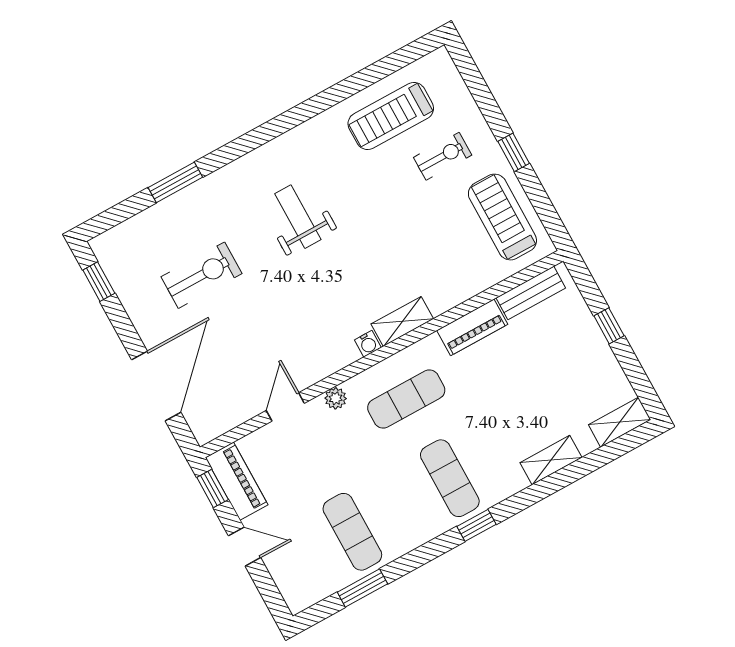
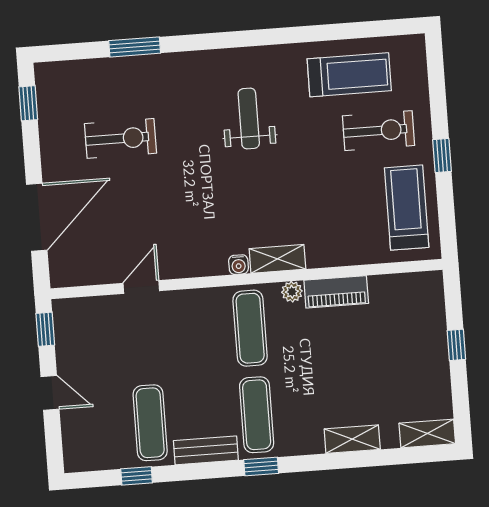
treadmill: (391, 116) -> (349, 75), turned 180
exercise bike: (443, 156) -> (378, 131), width x1.38, depth x1.39
weight bench: (298, 217) -> (249, 119), moved
bench: (531, 293) -> (206, 450), moved
plant: (336, 398) -> (292, 292), moved
exercise mat: (406, 399) -> (250, 328), turned 90
piano: (237, 481) -> (69, 332), removed
window: (362, 588) -> (137, 476), width x0.67

